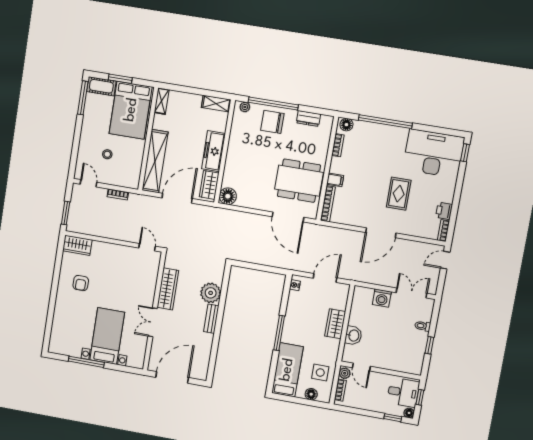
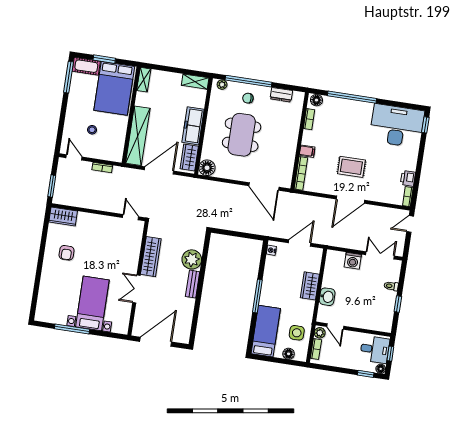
chair: (272, 122) -> (248, 98), width x0.54, depth x0.54
dining table: (299, 181) -> (242, 135), moved, turned 90
rug: (399, 194) -> (351, 167), moved, turned 90

